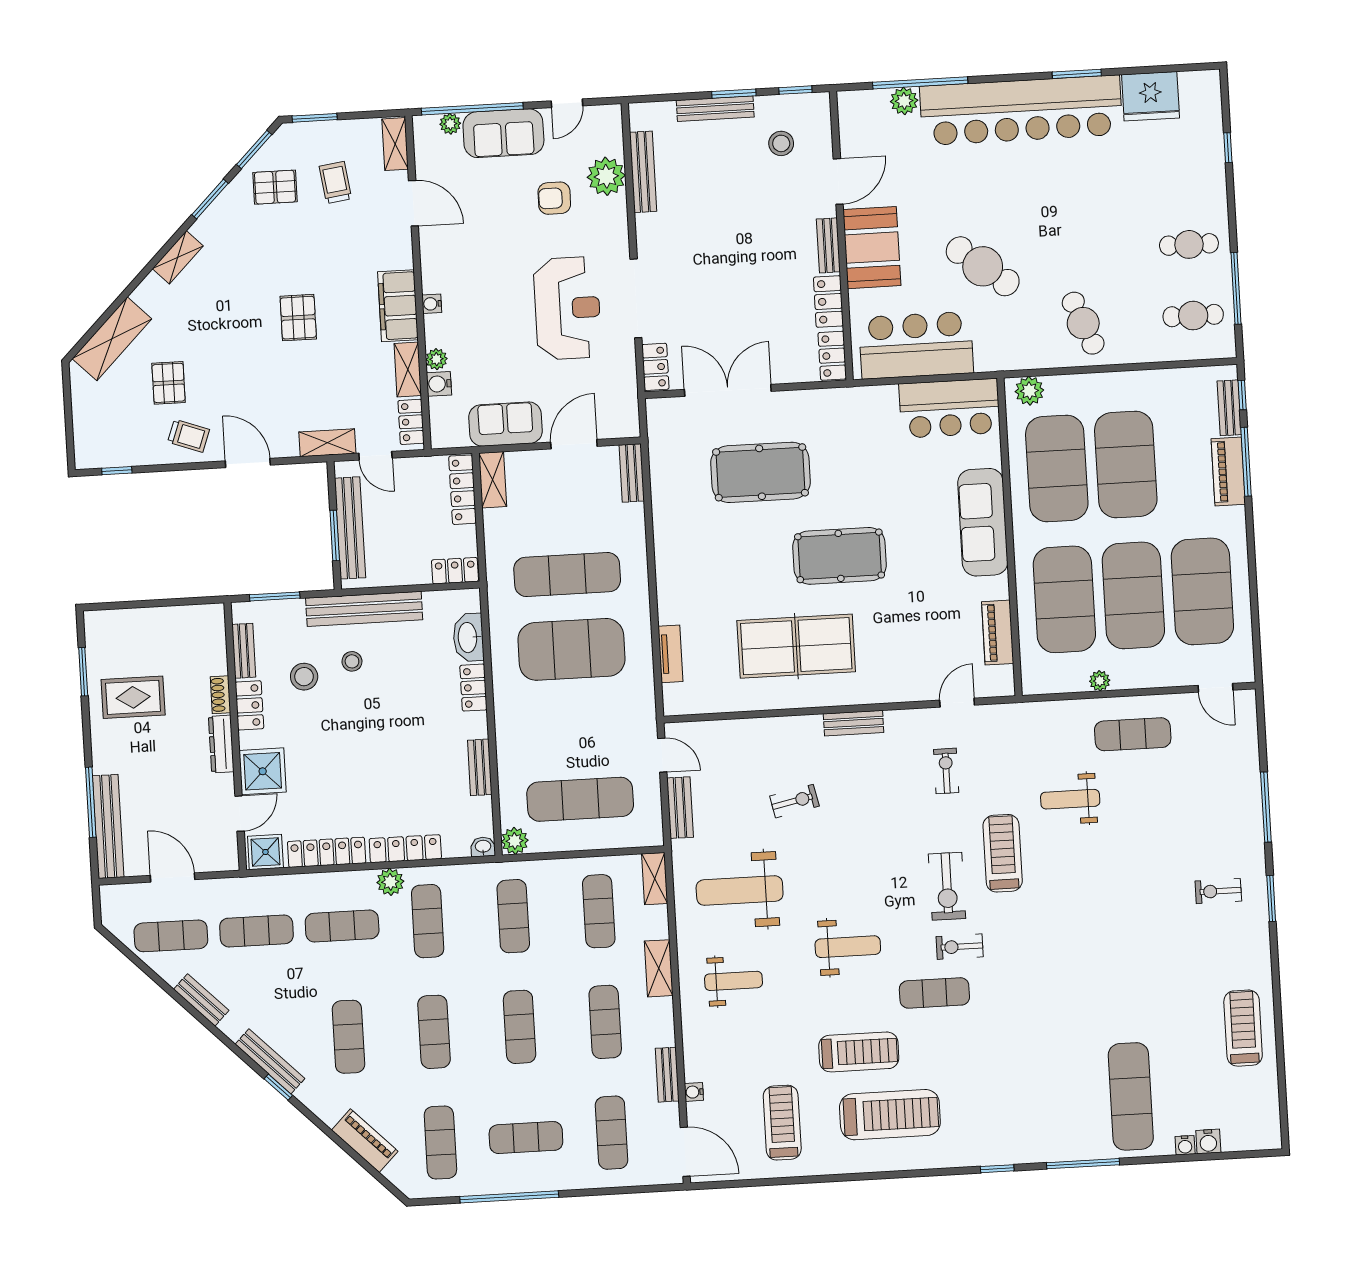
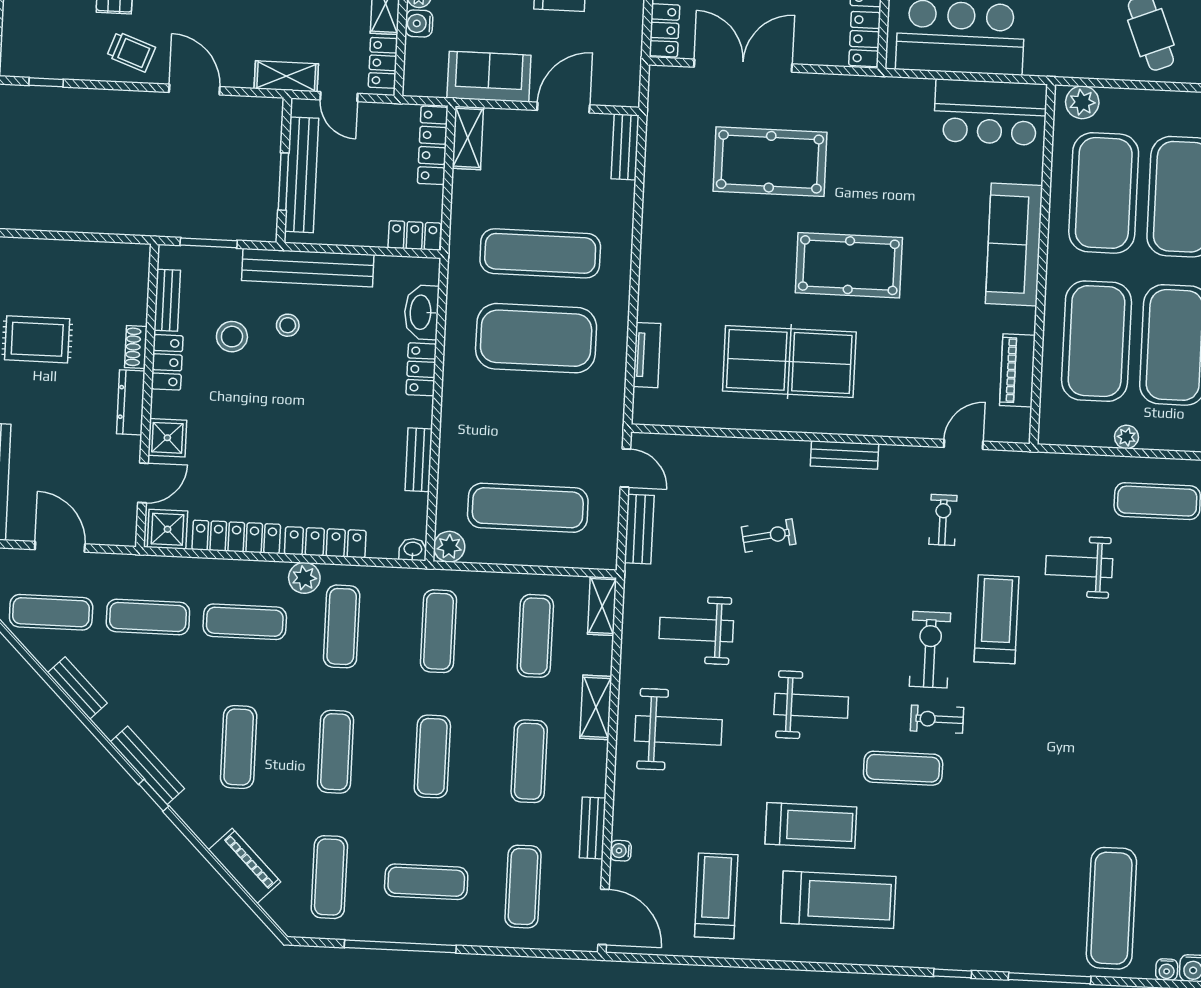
shower: (263, 771) -> (167, 438), width x0.73, depth x0.73
exercise bike: (947, 886) -> (930, 650), turned 180
weight bench: (740, 891) -> (696, 630), width x0.73, depth x0.75
weight bench: (733, 981) -> (678, 730), width x1.36, depth x1.33

